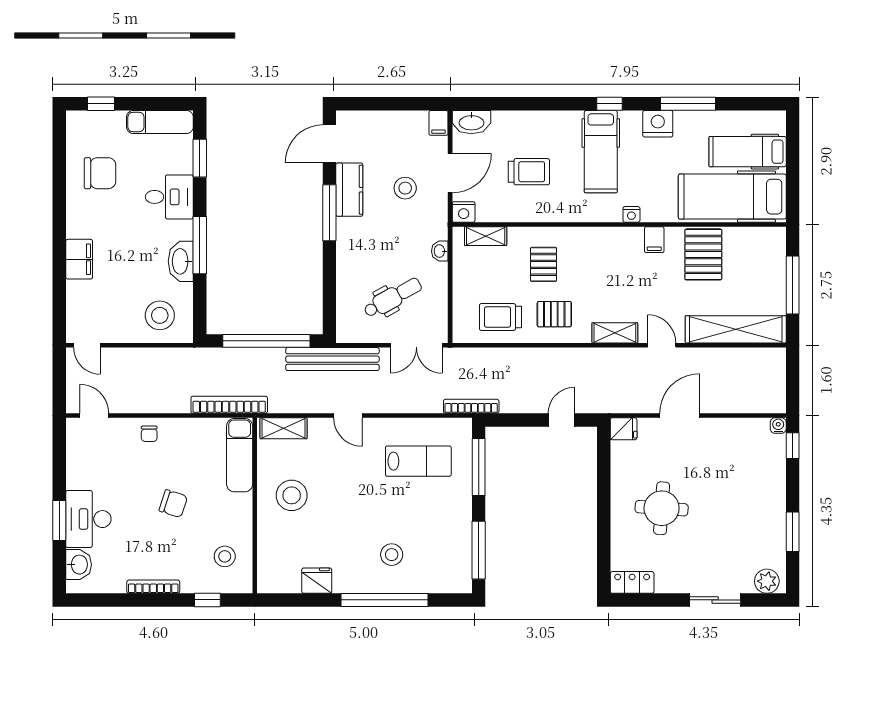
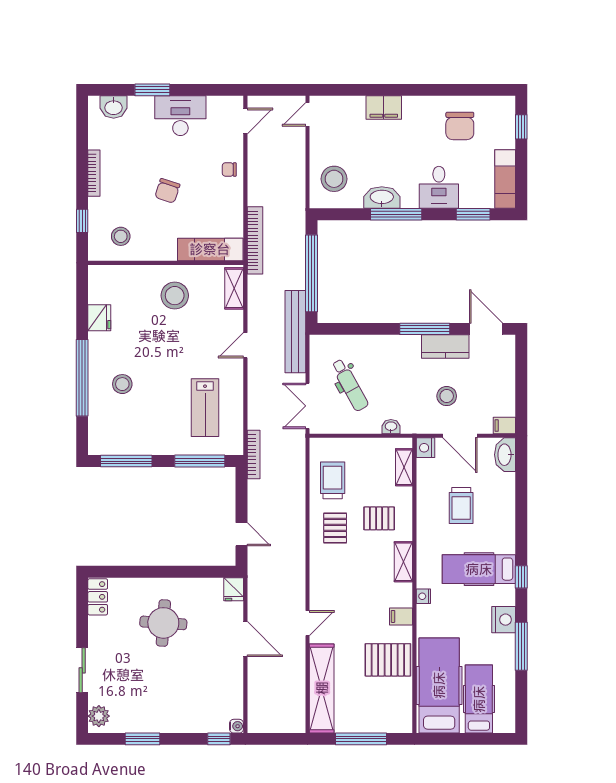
shelving: (615, 333) -> (403, 562), moved
desk: (88, 519) -> (180, 116), moved

